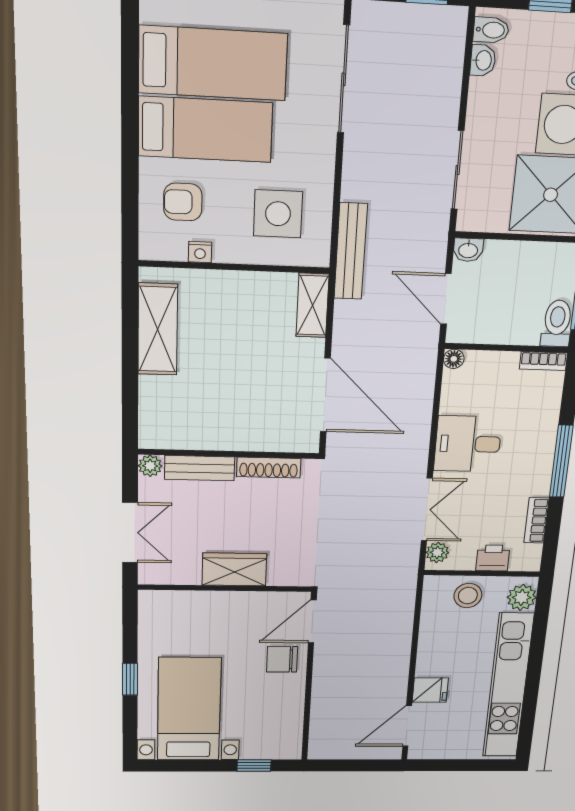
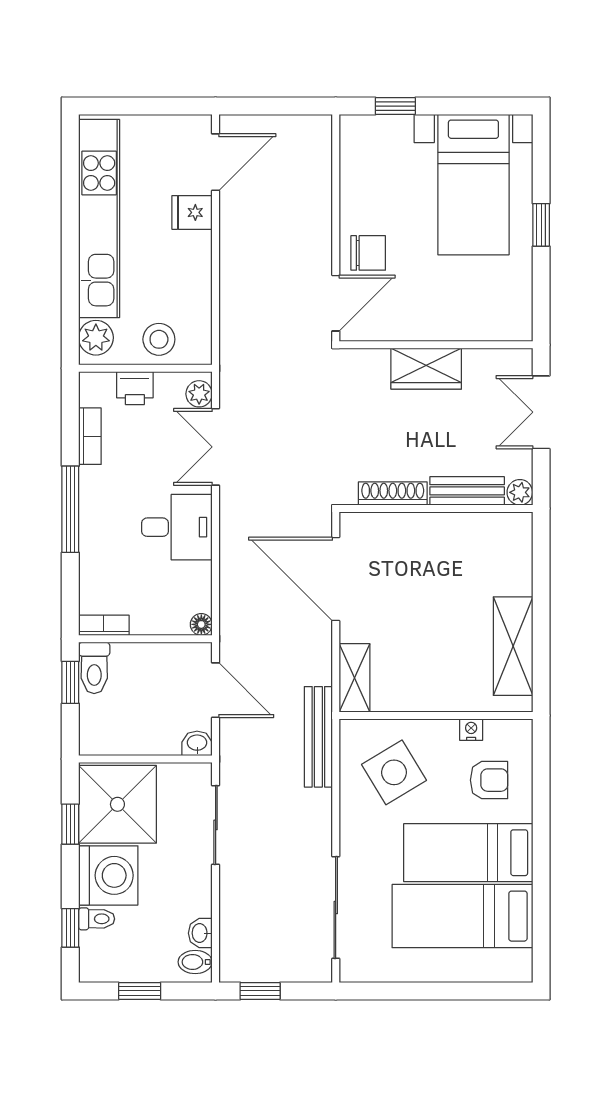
side table: (278, 214) -> (394, 772), turned -31

